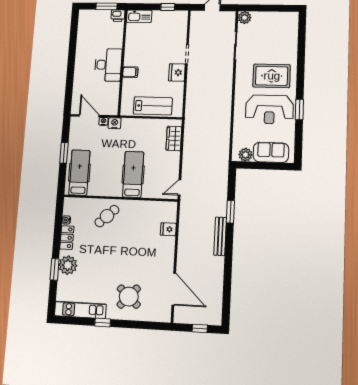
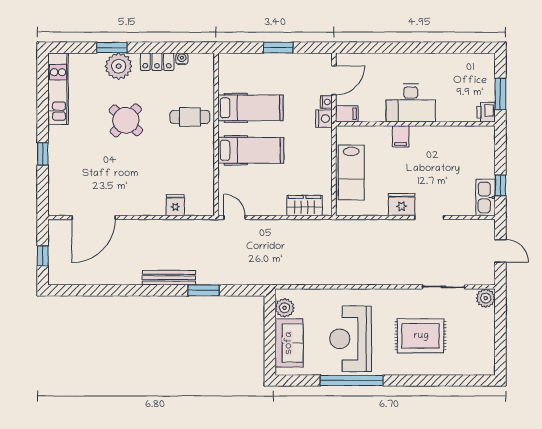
kitchen sink: (139, 16) -> (486, 197), moved
rug: (272, 76) -> (421, 336), moved, turned 90
filing cabinet: (112, 108) -> (347, 114), added
window: (299, 109) -> (352, 380), width x2.11
hospital bed: (79, 173) -> (250, 108), moved
cafe table: (107, 216) -> (190, 117), turned -47
round table: (129, 297) -> (126, 120), moved
window: (103, 323) -> (43, 154), moved

